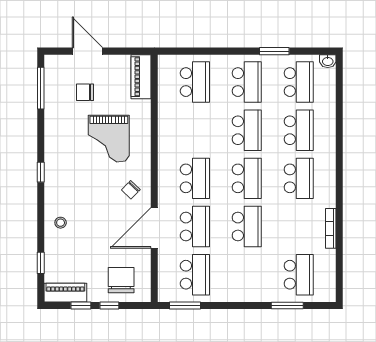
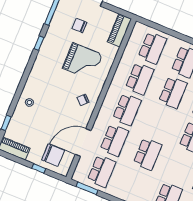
grand piano: (109, 139) -> (82, 61), turned -90
window: (41, 172) -> (39, 43), moved
school desk: (247, 178) -> (140, 79), moved
door: (154, 228) -> (83, 142), moved
chair: (121, 280) -> (53, 155), turned 90
window: (81, 306) -> (21, 161), removed

